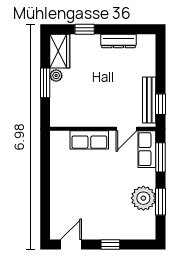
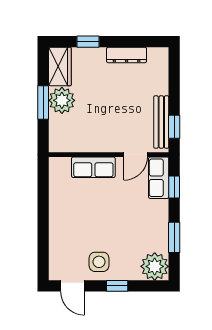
plant: (56, 76) -> (62, 100), width x1.87, depth x1.87
window: (161, 157) -> (174, 187), width x0.67
plant: (143, 198) -> (155, 266), moved
side table: (94, 223) -> (99, 262), added
door: (71, 245) -> (72, 286), swing flipped

